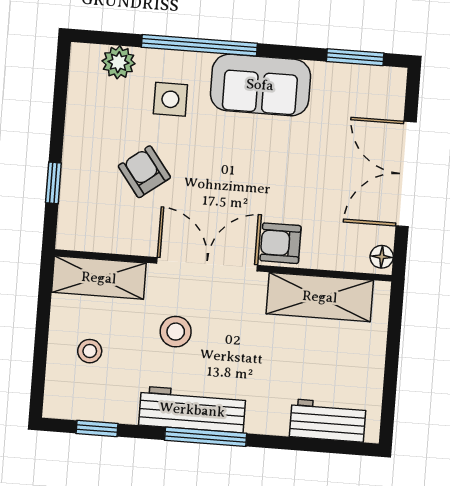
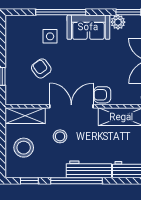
plant: (119, 62) -> (118, 22), moved
stool: (90, 351) -> (24, 148), width x1.89, depth x1.89
workbench: (192, 410) -> (89, 169), moved
window: (206, 437) -> (76, 181), width x1.46

